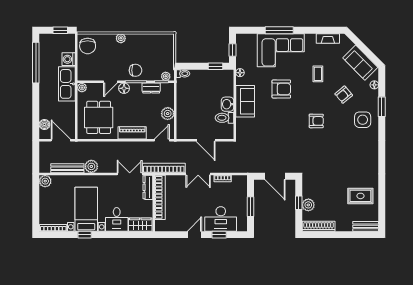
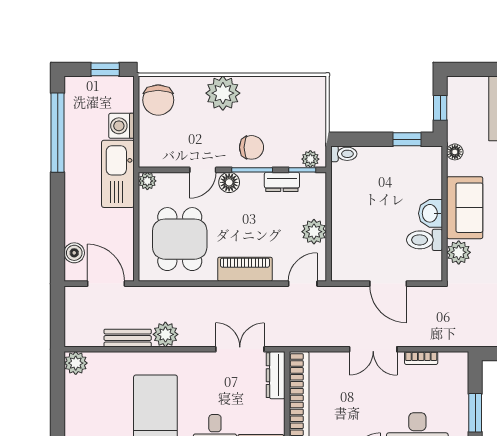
plant: (121, 38) -> (223, 93), width x1.88, depth x1.88
plant: (242, 124) -> (459, 252), added
bench: (67, 168) -> (128, 338), width x0.73
bookcase: (164, 168) -> (307, 338), removed

